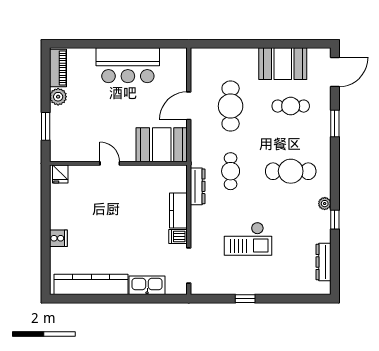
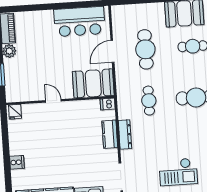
bar counter: (128, 65) -> (79, 22), moved
dresser: (198, 186) -> (125, 134), moved
dishwasher: (178, 236) -> (108, 104), moved
checkout: (248, 239) -> (178, 172), moved

